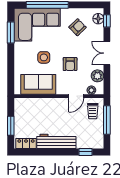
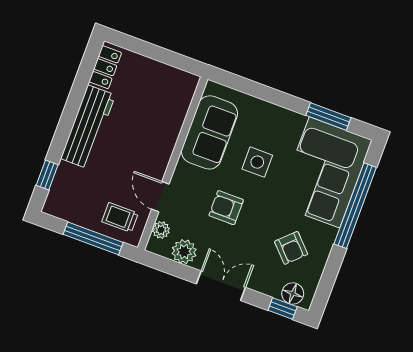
window: (11, 126) -> (150, 51), removed

